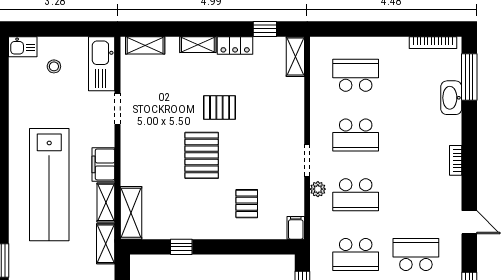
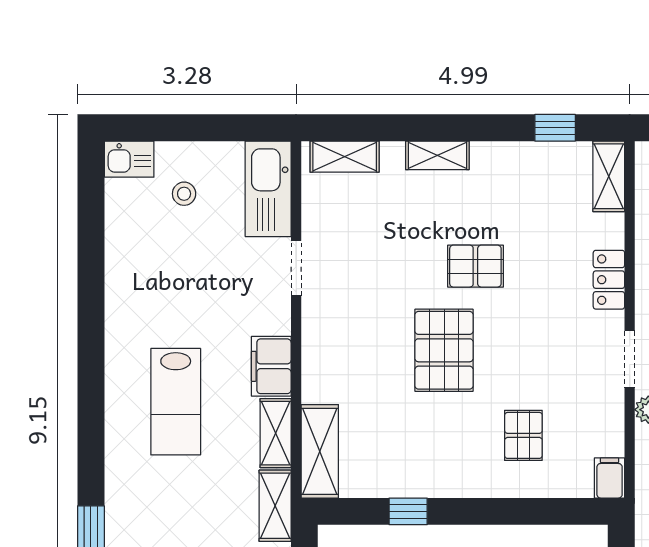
locker: (235, 45) -> (609, 280), moved, turned 90
lab bench: (49, 185) -> (176, 402), width x0.54, depth x0.72

